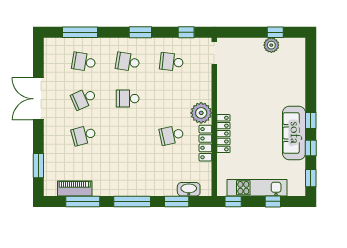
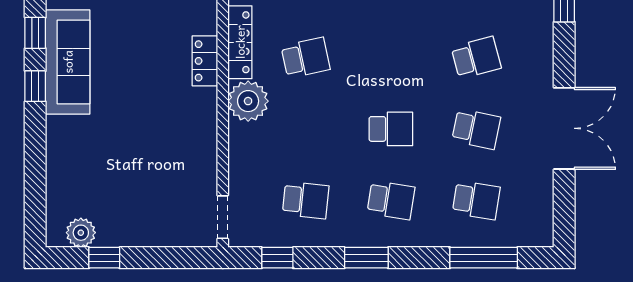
plant: (271, 45) -> (81, 233), moved
school desk: (84, 99) -> (476, 129), turned 36
locker: (223, 134) -> (205, 61), width x0.66

